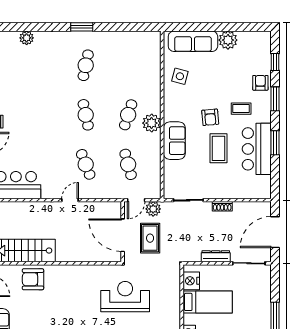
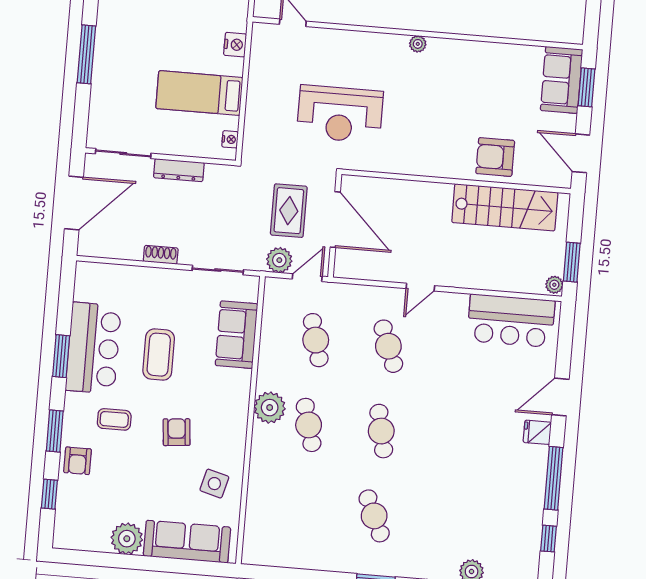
cafe table: (86, 65) -> (374, 516), turned -36
cafe table: (128, 115) -> (309, 425), turned -33
armchair: (210, 117) -> (177, 432), moved
sofa: (174, 141) -> (237, 335), moved
armchair: (33, 279) -> (495, 157), turned 180
nightstand: (191, 281) -> (230, 139), width x0.53, depth x0.56

